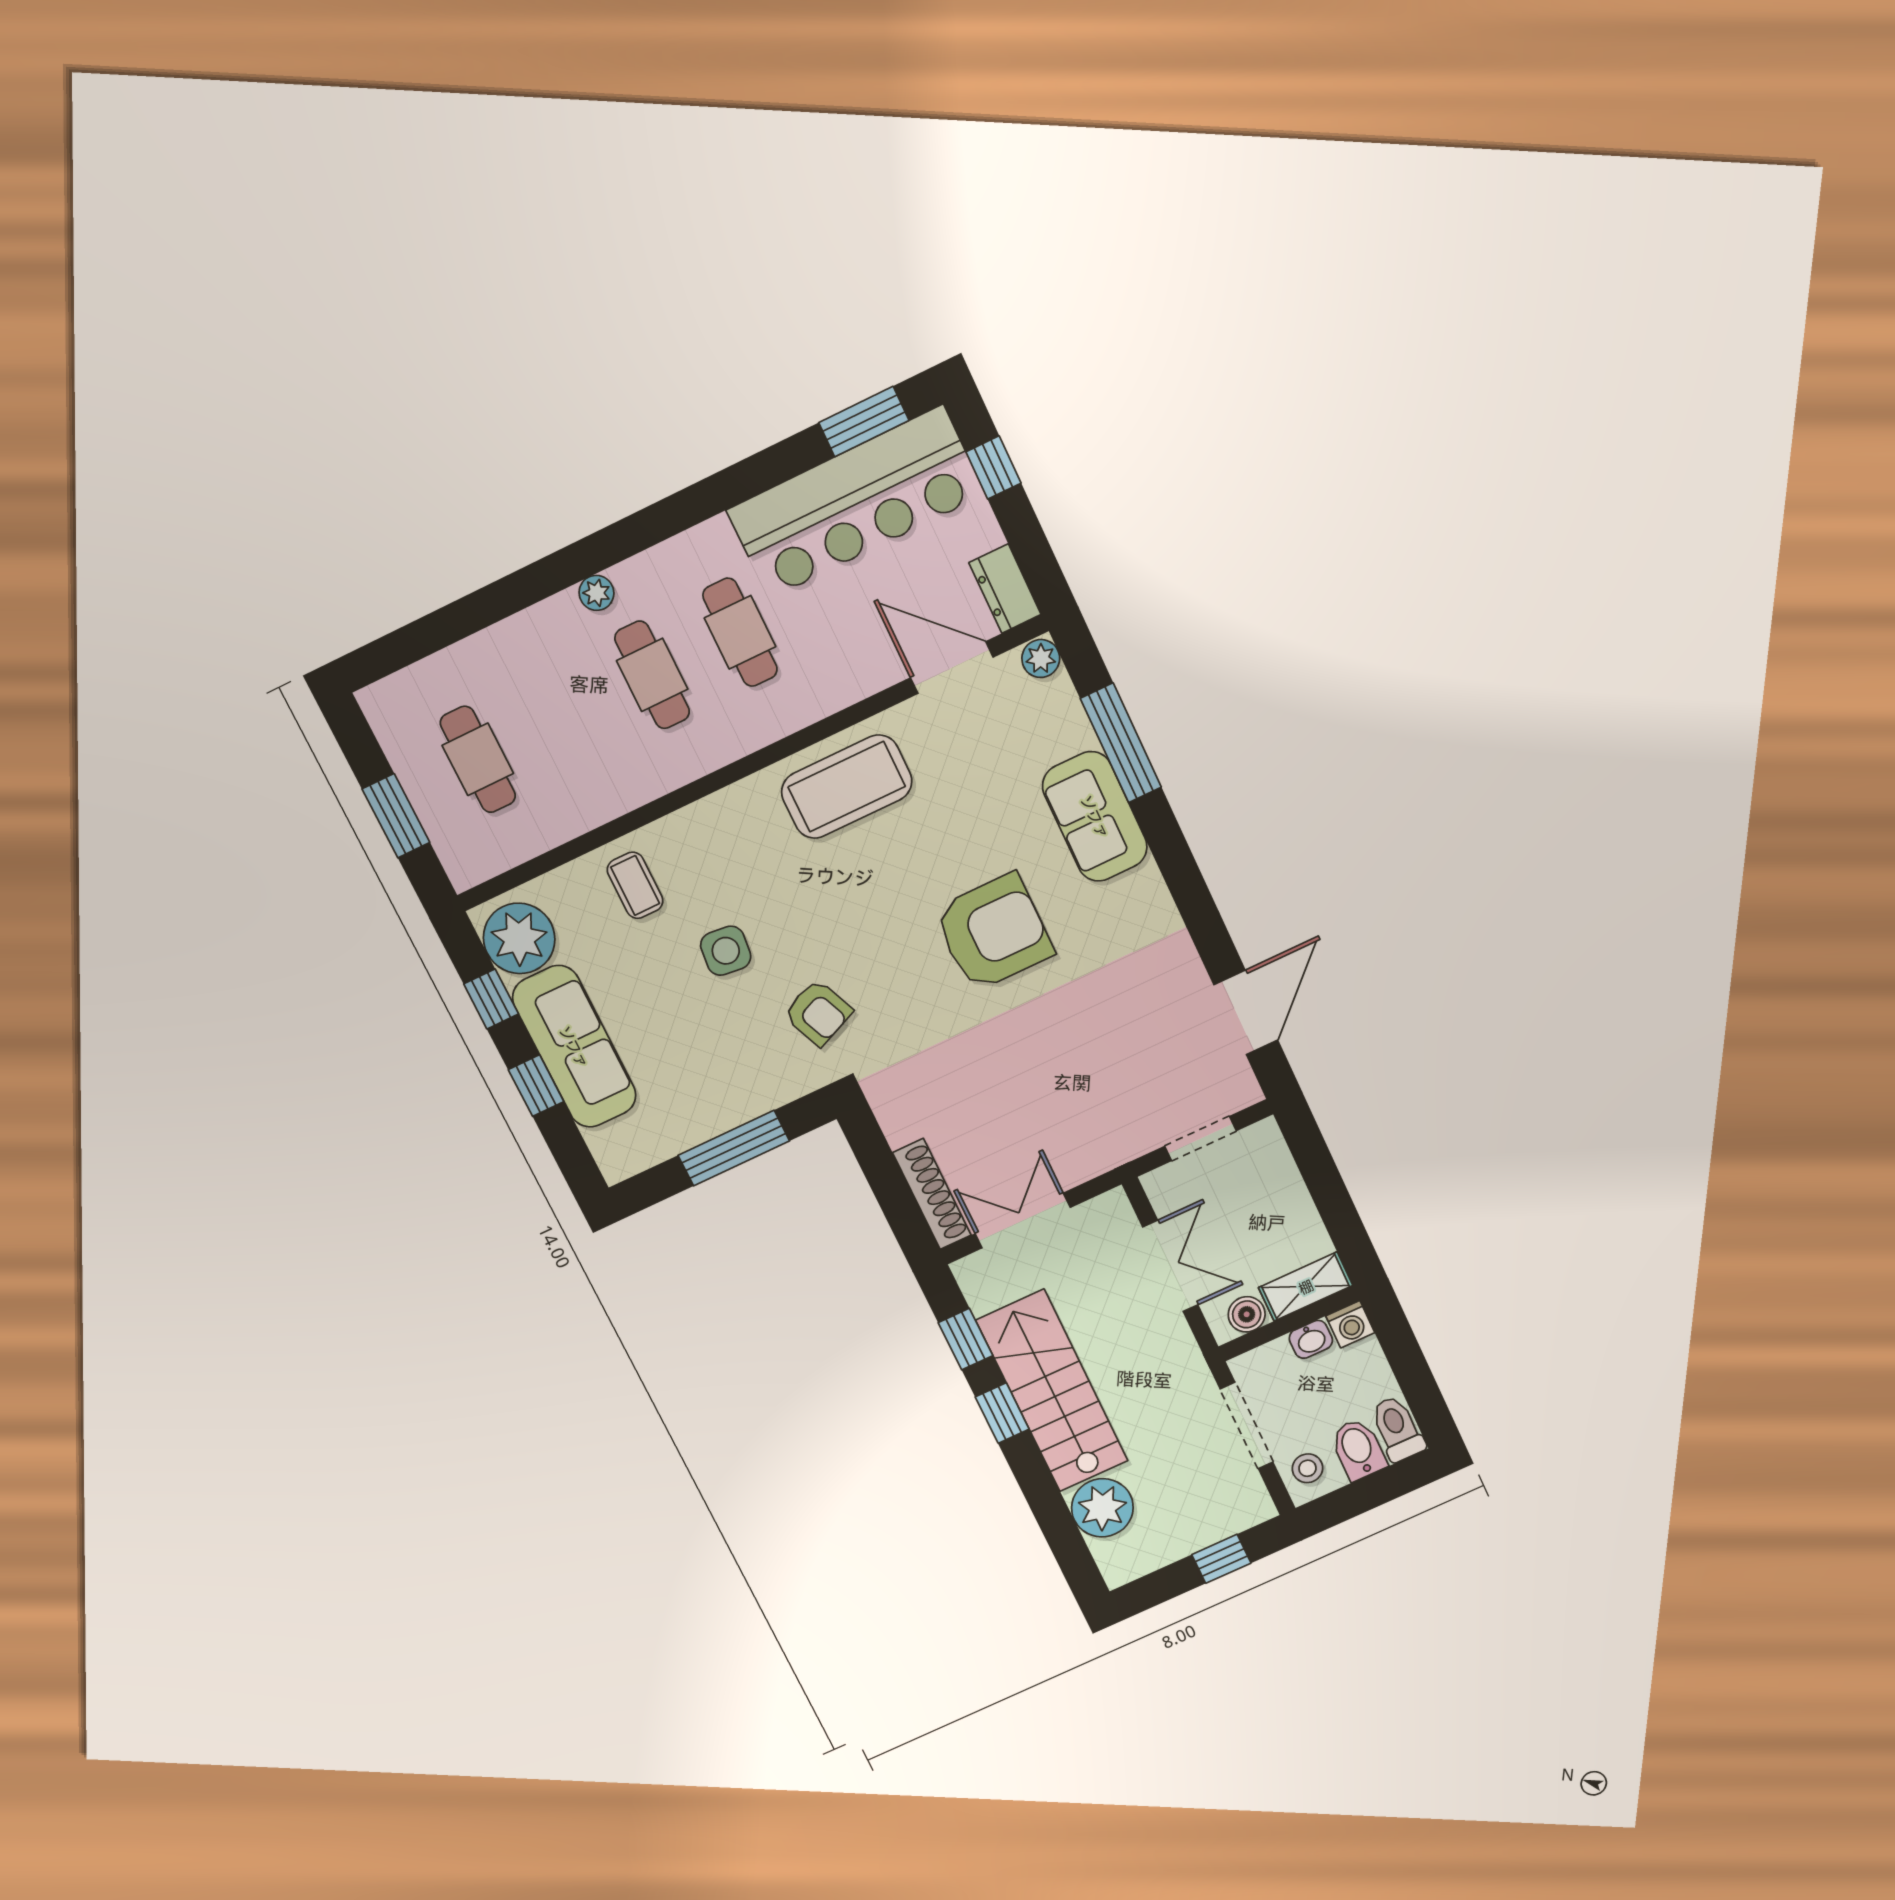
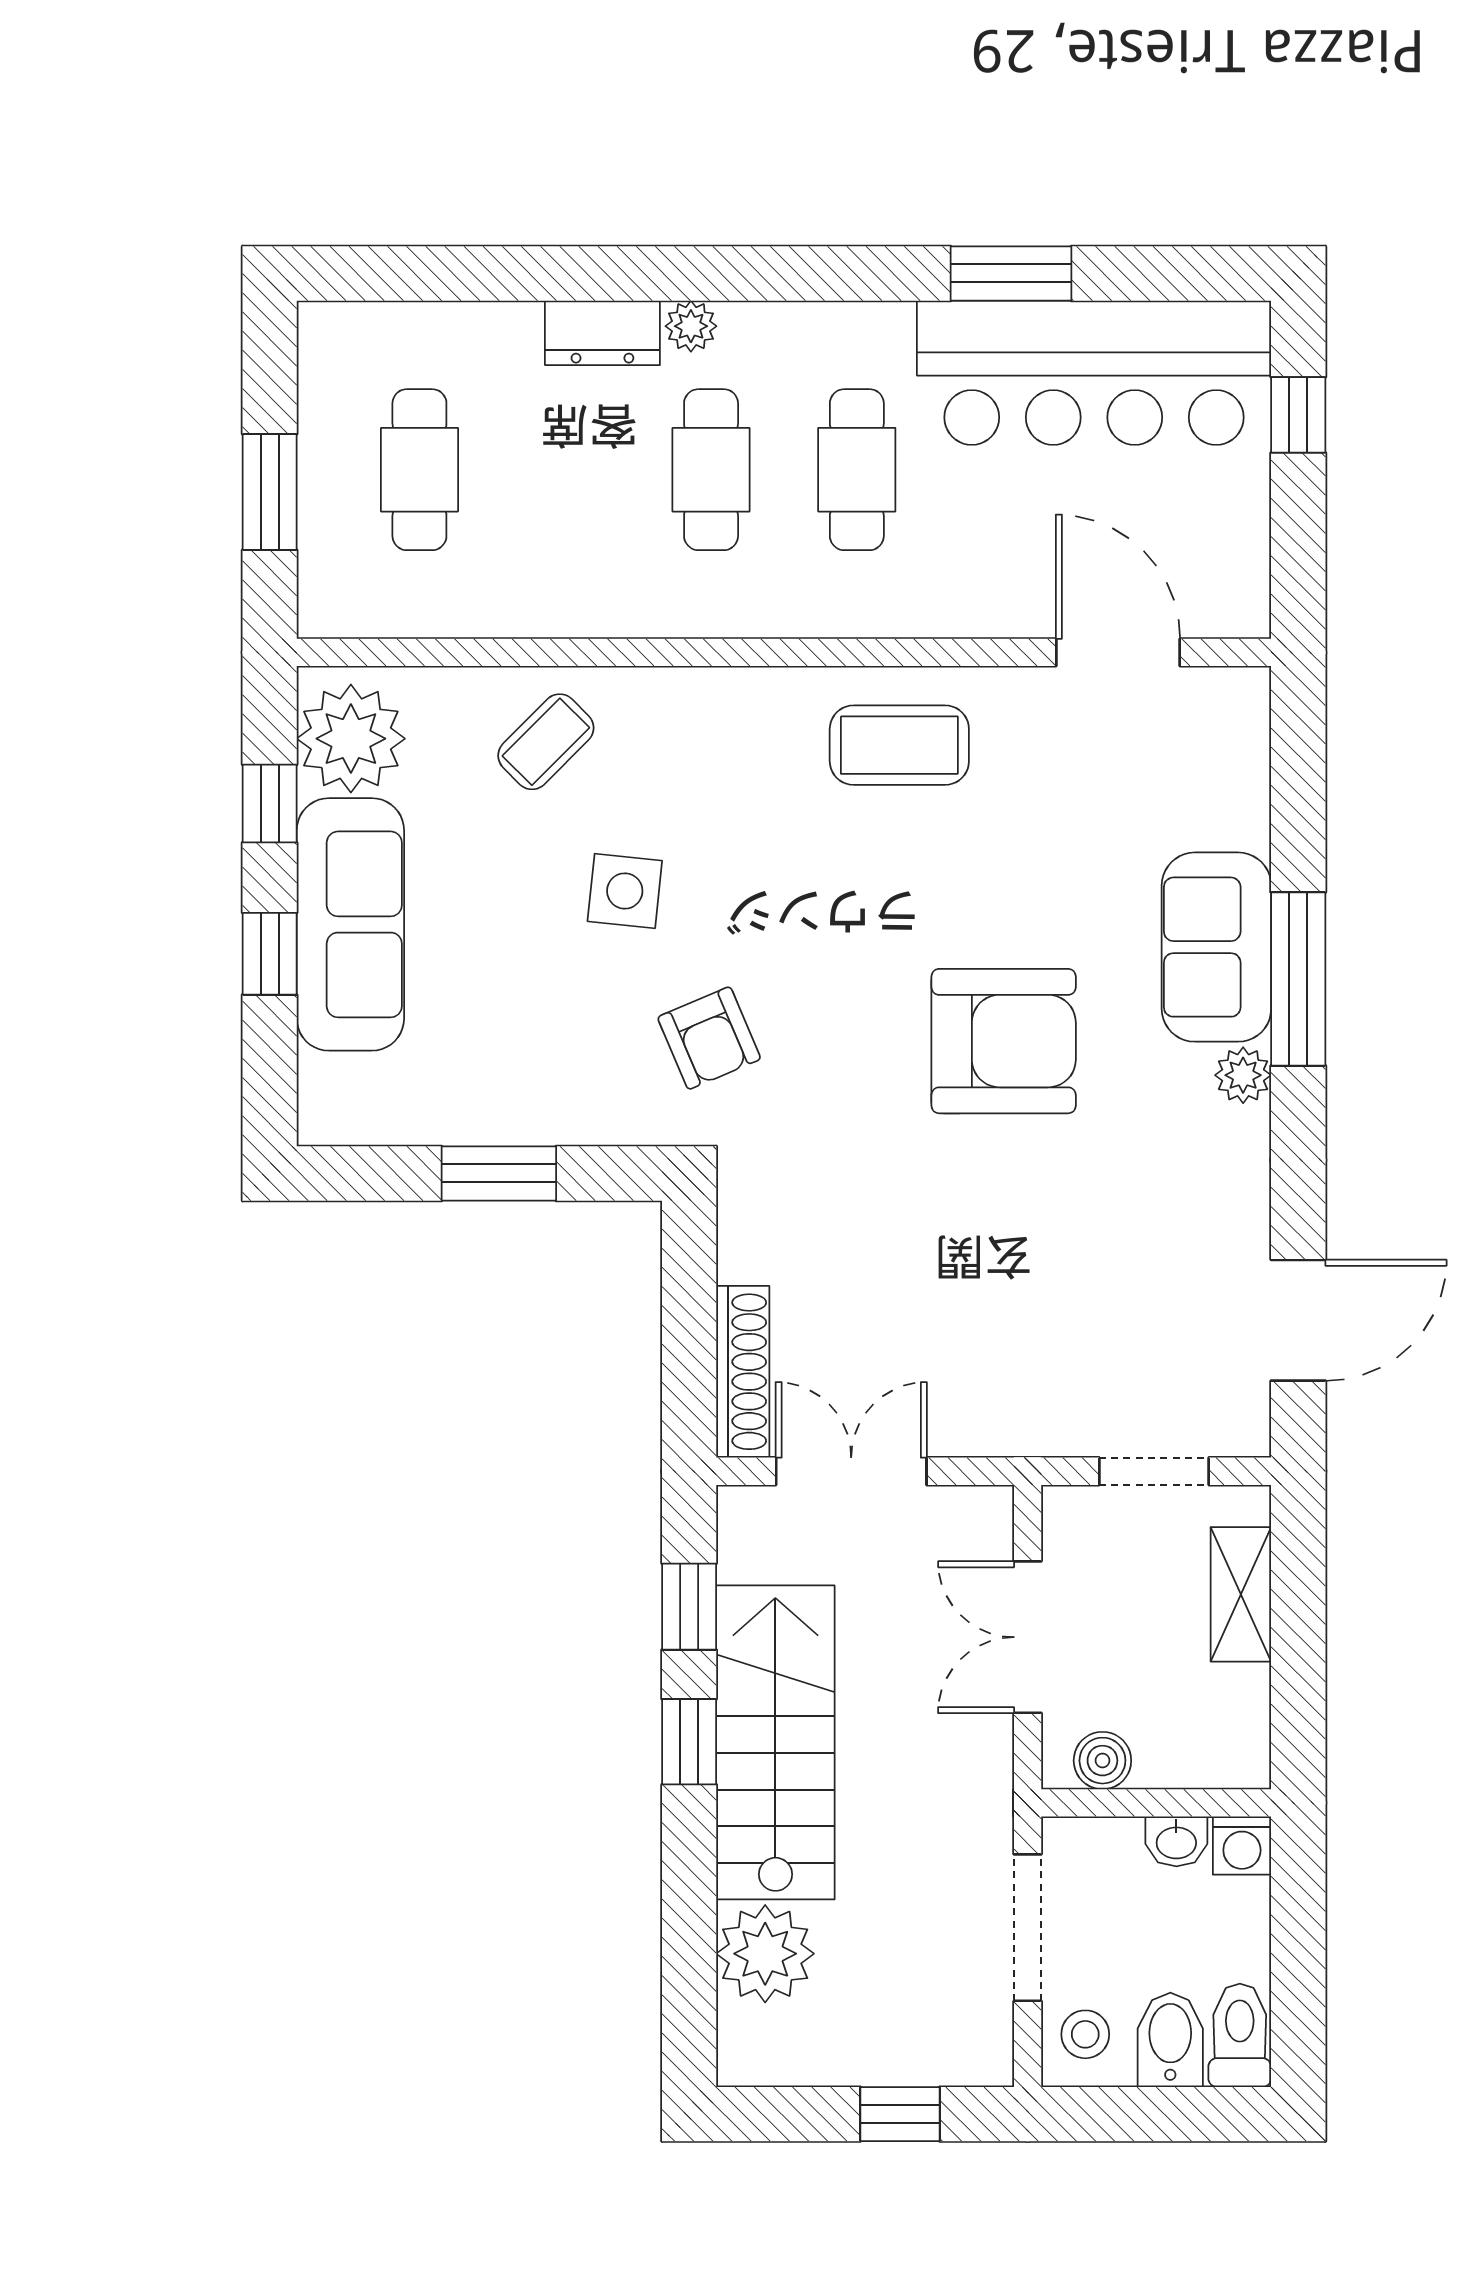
window: (864, 422) -> (1011, 273), moved
dresser: (1005, 589) -> (602, 333), moved, turned -90
plant: (1041, 658) -> (1243, 1075), moved
window: (1121, 743) -> (1298, 979), moved
coffee table: (847, 787) -> (899, 745), width x0.73, depth x0.76
coffee table: (635, 885) -> (546, 742), turned 45
window: (734, 1148) -> (499, 1173), width x0.69
double door: (1170, 1266) -> (1028, 1637), swing flipped
shelving: (1306, 1287) -> (1241, 1594), moved, turned 90

